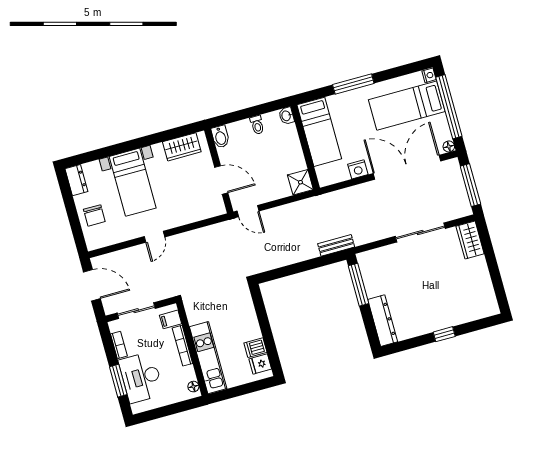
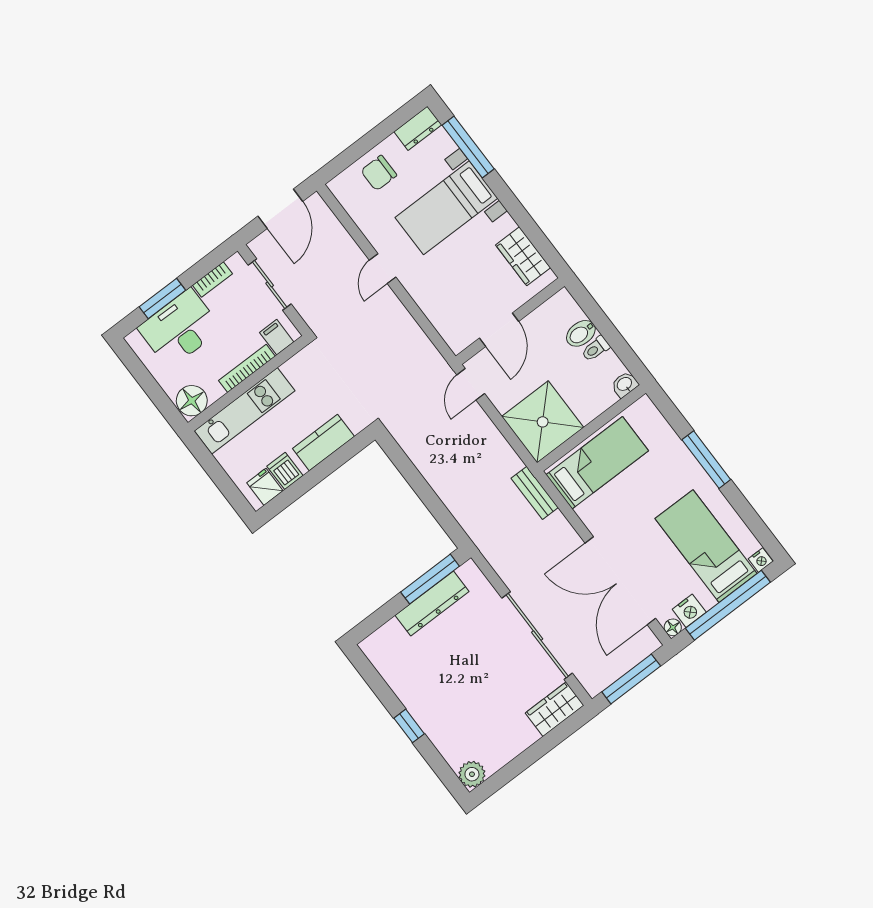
bed: (319, 132) -> (597, 463), moved, turned 180
bidet: (220, 137) -> (581, 333), moved
window: (100, 154) -> (468, 147), added
double door: (407, 167) -> (620, 581), swing flipped
nightstand: (358, 169) -> (689, 611), moved, turned -90
shower: (300, 182) -> (543, 422), width x1.86, depth x1.86
sliding door: (420, 232) -> (537, 636), width x1.36
door: (155, 237) -> (383, 269), hinge flipped
bench: (336, 245) -> (535, 493), moved
plant: (490, 307) -> (472, 774), added
kitchen counter: (247, 317) -> (323, 442), added
dresser: (383, 321) -> (432, 603), moved
floor lamp: (193, 387) -> (192, 401), width x1.89, depth x1.89

